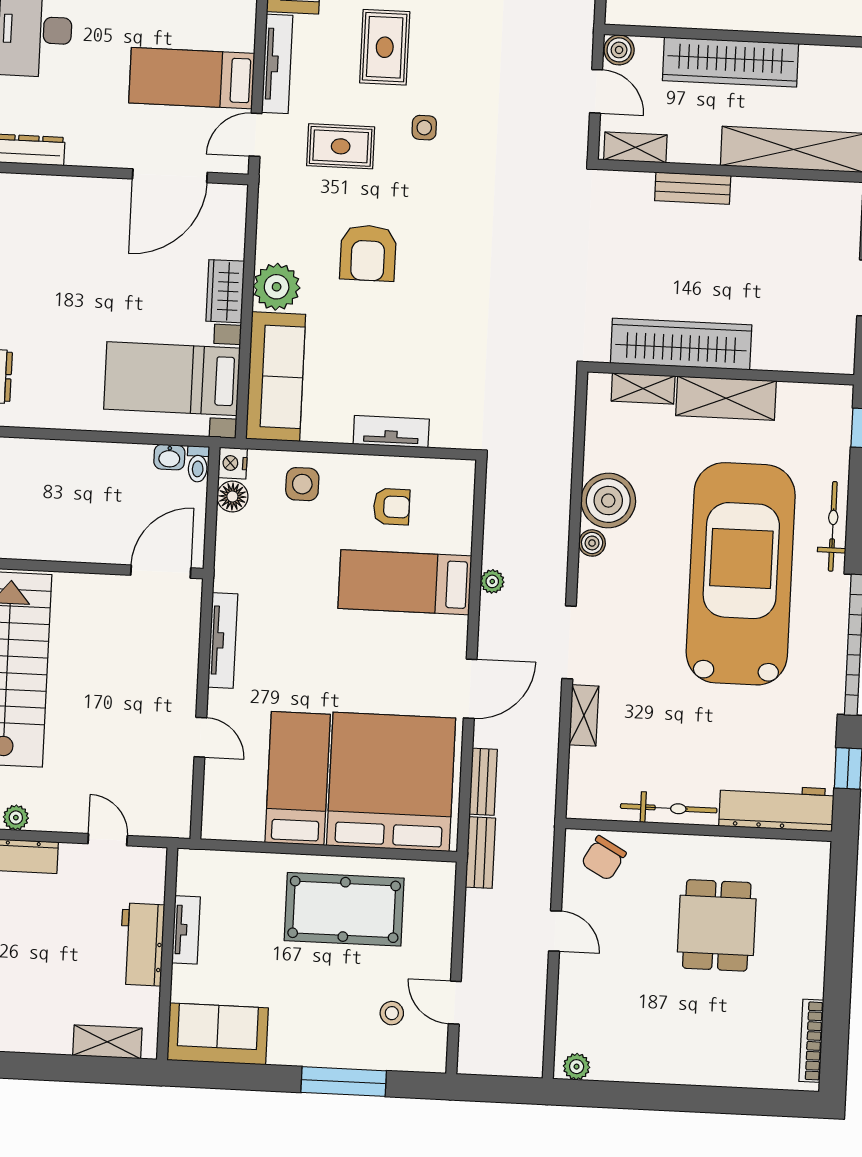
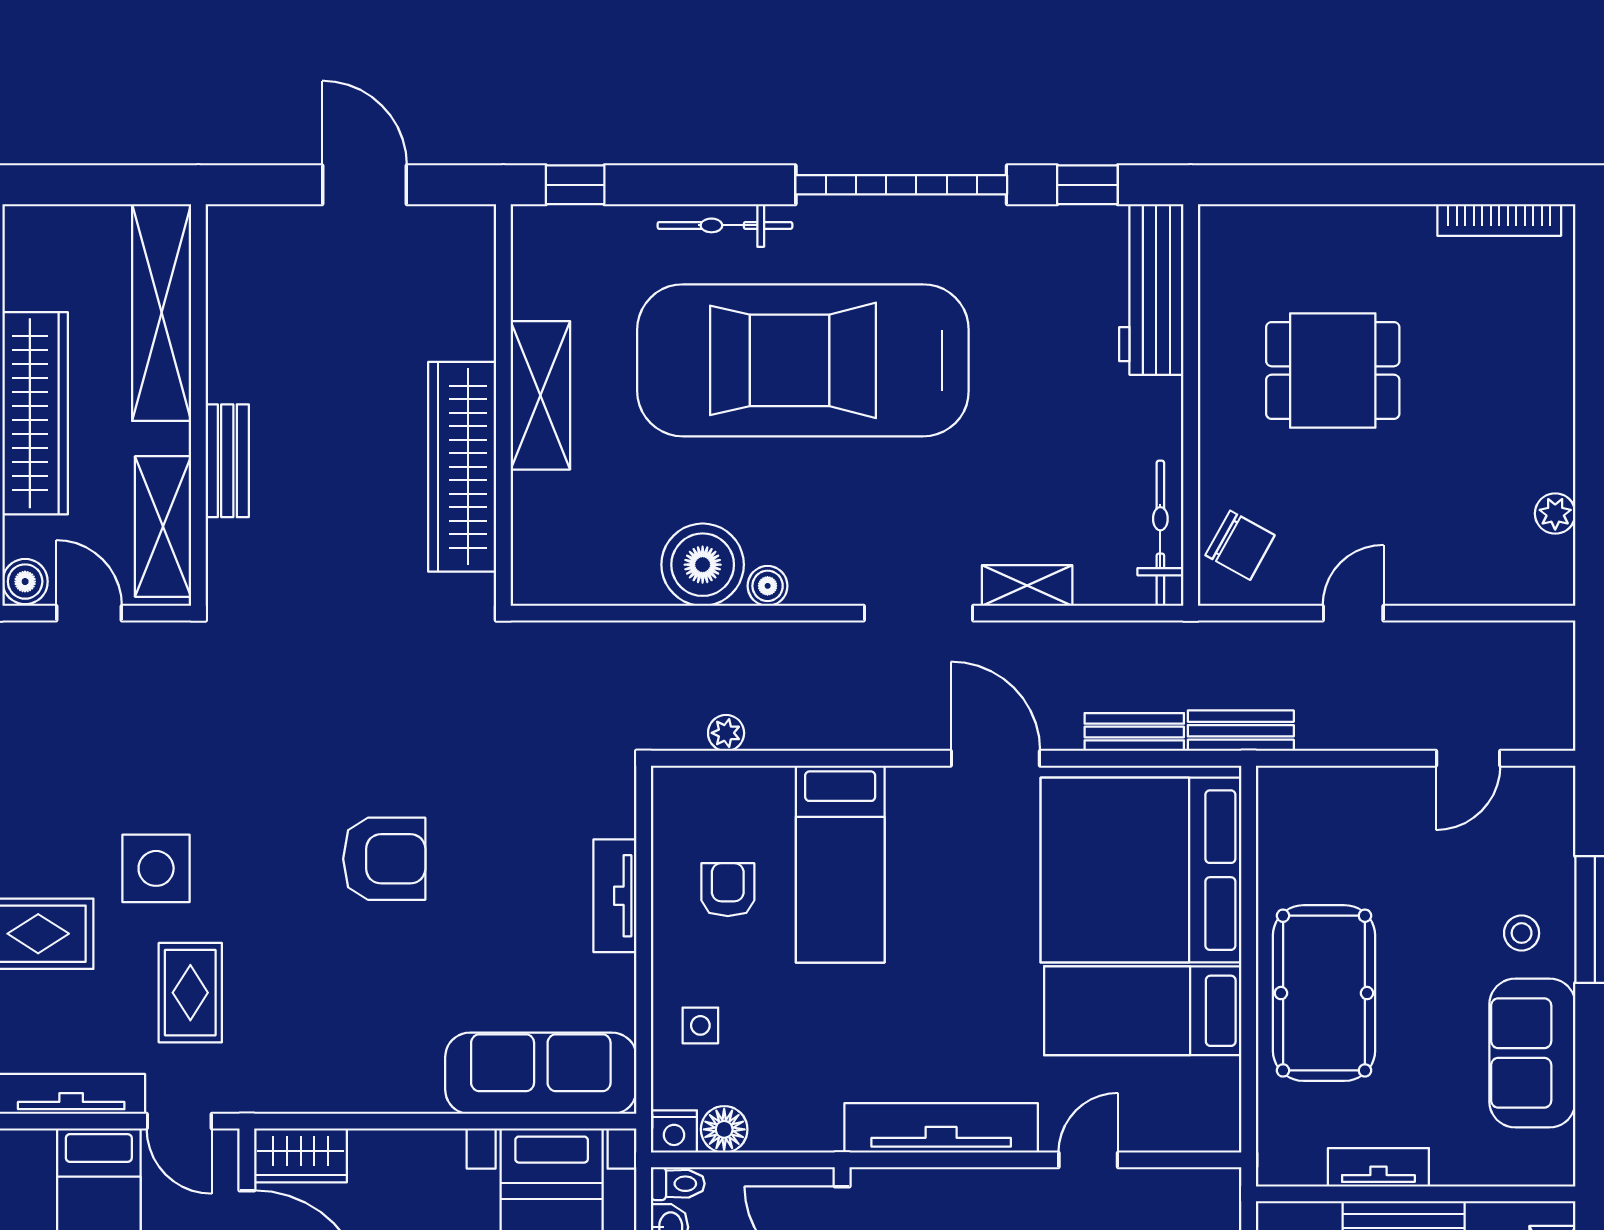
door: (596, 91) -> (89, 613), hinge flipped
side table: (424, 128) -> (156, 868), width x1.87, depth x1.87
shelving: (635, 147) -> (163, 526), width x1.50, depth x1.33
armchair: (368, 253) -> (384, 859), moved
plant: (277, 287) -> (406, 1079), removed
wardrobe: (225, 291) -> (301, 1155), moved
shelving: (643, 389) -> (532, 521), removed
side table: (302, 484) -> (700, 1025), width x0.73, depth x0.73
plant: (492, 581) -> (726, 733), moved
tv unit: (223, 640) -> (941, 1128), width x1.36, depth x1.29
bicycle: (669, 808) -> (1160, 533), moved
pool table: (344, 909) -> (1324, 993), moved
stool: (392, 1013) -> (1522, 933), moved
sofa: (218, 1034) -> (1532, 1053), moved
plant: (577, 1067) -> (1555, 514), moved

